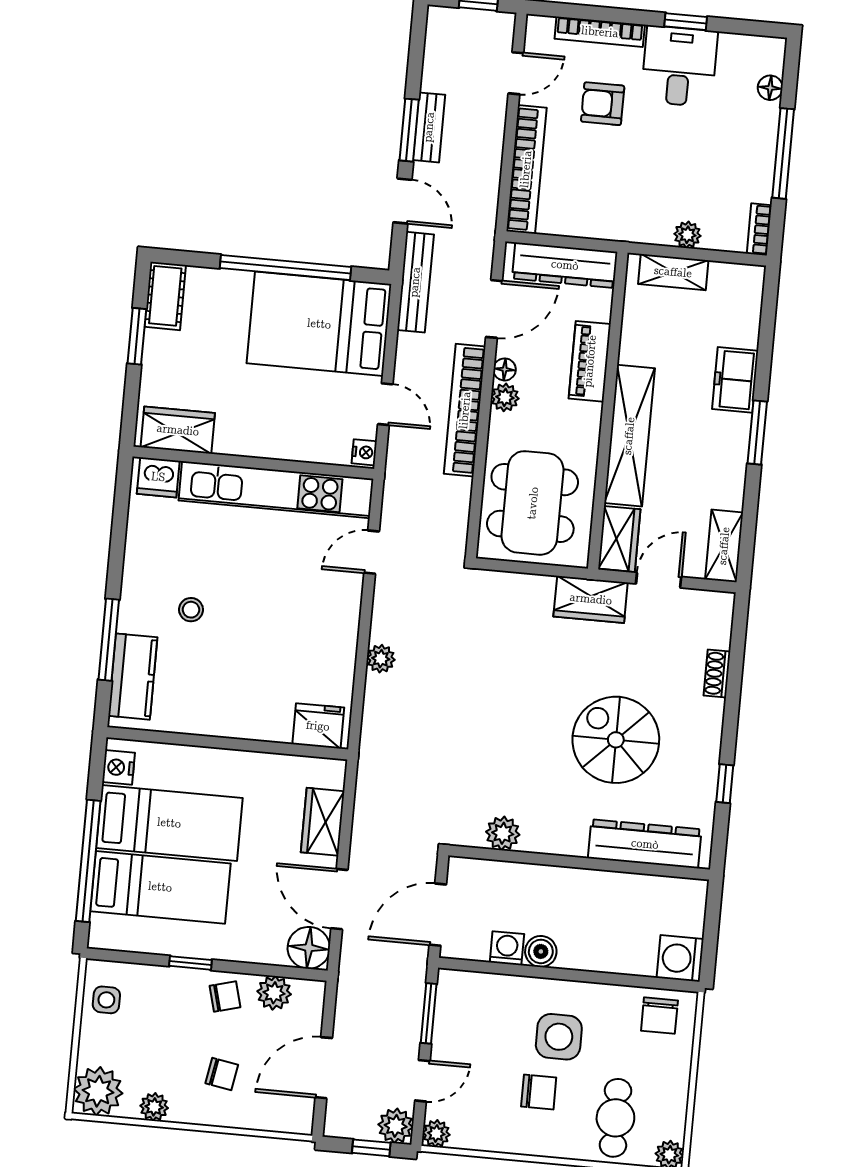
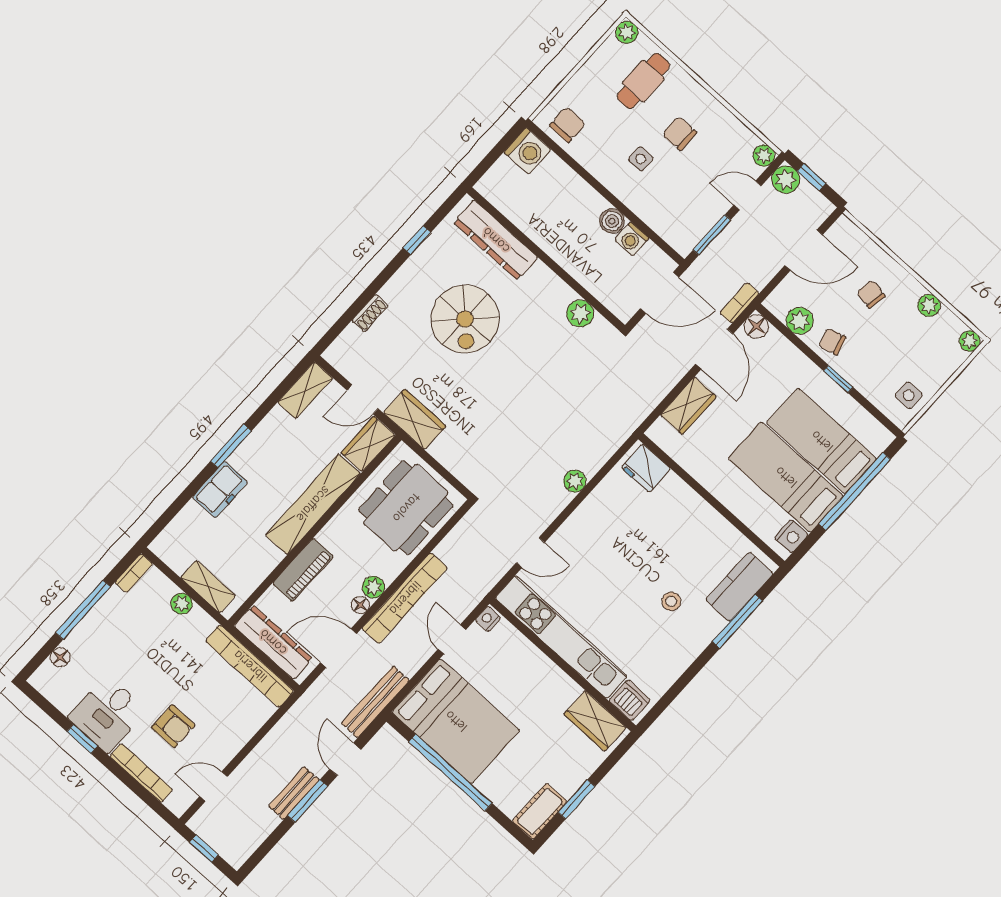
bookcase: (526, 169) -> (250, 666), moved, turned -90
floor lamp: (309, 948) -> (756, 326), width x0.73, depth x0.73
bookcase: (349, 965) -> (739, 303), added
side table: (559, 1037) -> (641, 159), width x0.54, depth x0.54
plant: (98, 1091) -> (970, 341), width x0.53, depth x0.53

